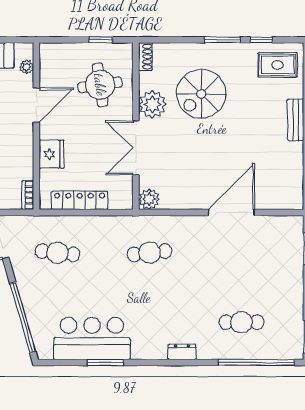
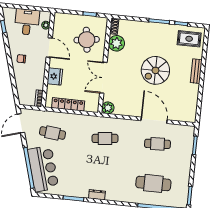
spiral stairs: (201, 94) -> (155, 70), moved
plant: (152, 104) -> (116, 43), moved
door: (36, 105) -> (49, 48), hinge flipped
door: (231, 212) -> (154, 120), hinge flipped
cafe table: (241, 253) -> (157, 144), added
cafe table: (241, 322) -> (153, 183), width x1.37, depth x1.35
bar counter: (92, 338) -> (43, 169), moved, turned 74
dresser: (182, 352) -> (97, 195), moved

